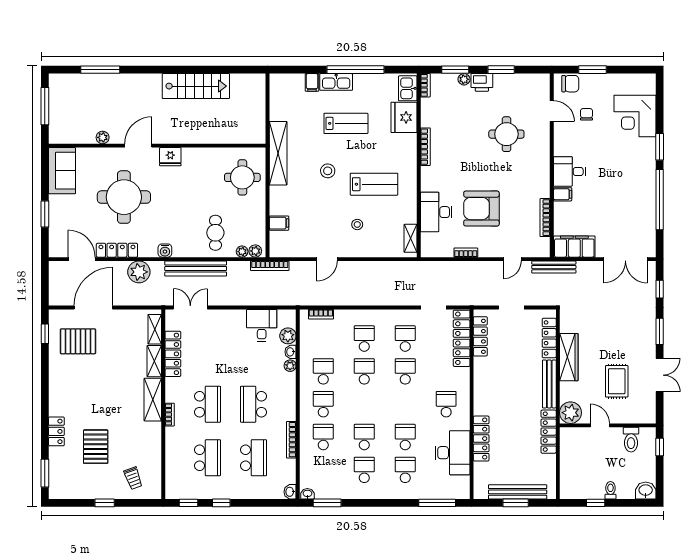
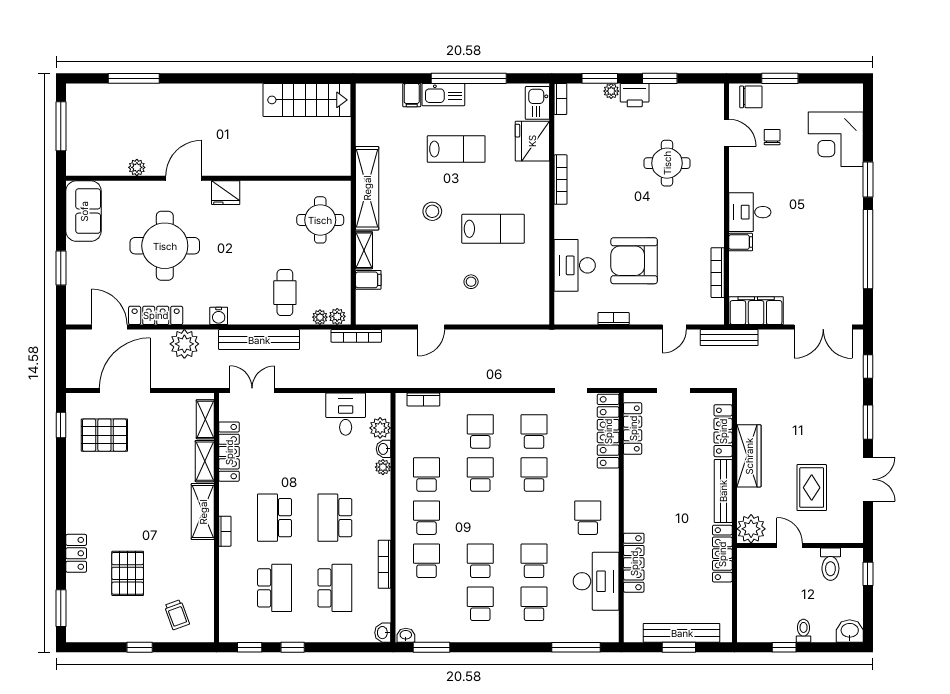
stairs: (196, 86) -> (307, 100), moved
shelving: (411, 238) -> (364, 250), moved
school desk: (208, 404) -> (275, 518), turned 180

